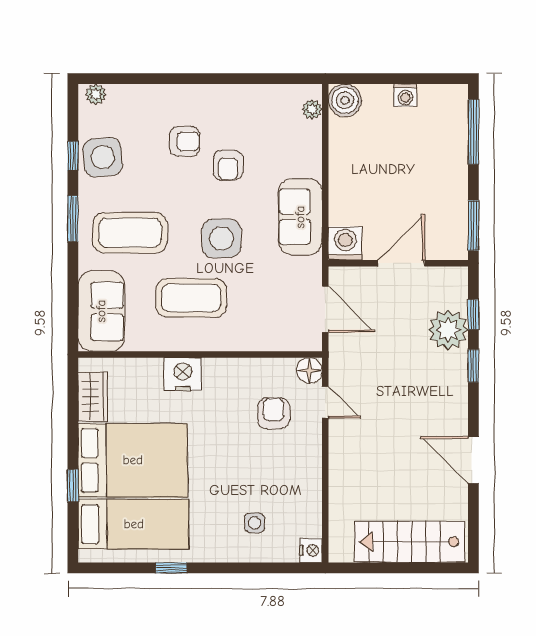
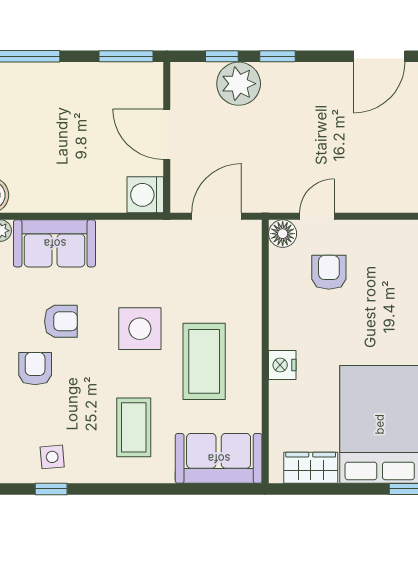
side table: (103, 157) -> (52, 457), width x0.54, depth x0.54
sofa: (300, 217) -> (55, 243), moved
window: (73, 219) -> (119, 489), removed
coffee table: (130, 233) -> (134, 427), width x0.73, depth x0.76
nightstand: (183, 374) -> (282, 365), width x0.74, depth x0.75
armchair: (274, 413) -> (329, 272), turned 90

